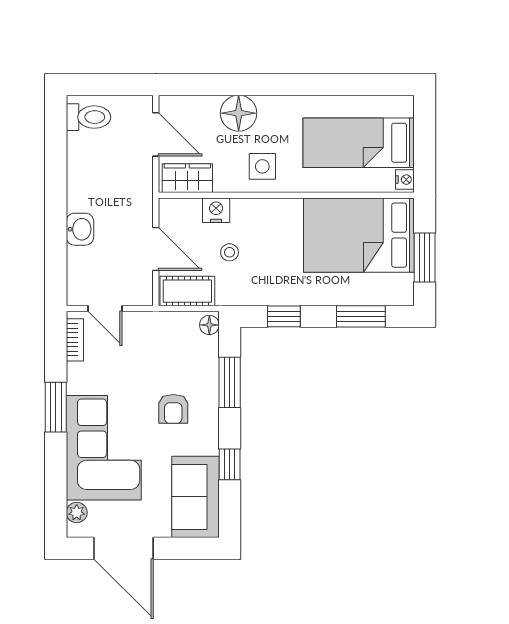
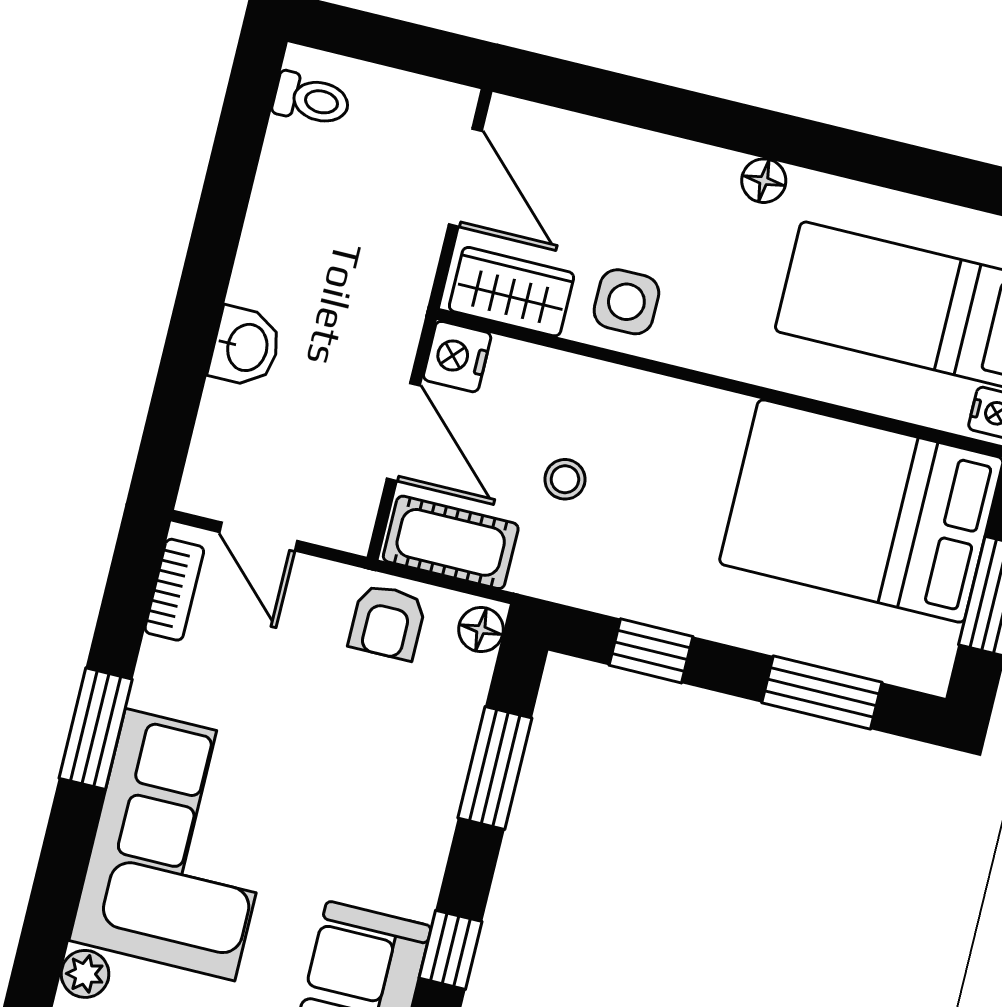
floor lamp: (239, 113) -> (764, 181), moved, width x0.53, depth x0.53
toilet: (88, 117) -> (312, 99), width x0.73, depth x0.72
side table: (262, 166) -> (626, 302), moved
nightstand: (216, 210) -> (457, 357), moved, turned -90
armchair: (173, 409) -> (387, 622), moved

